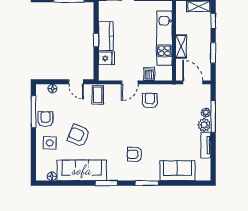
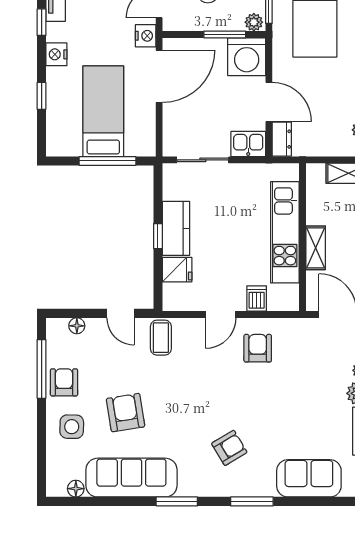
armchair: (79, 135) -> (126, 413), turned 59
armchair: (135, 154) -> (229, 448), turned 149

